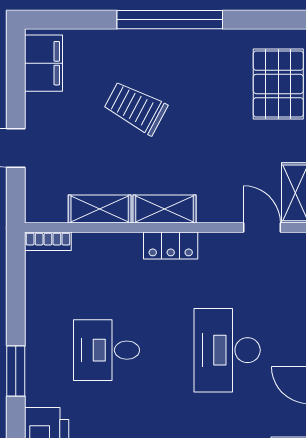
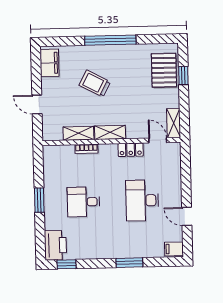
bookcase: (48, 241) -> (86, 149), moved
locker: (171, 246) -> (131, 150), moved
window: (16, 371) -> (39, 200), moved

